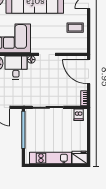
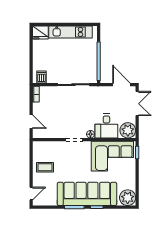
door: (89, 72) -> (31, 122), width x0.53

